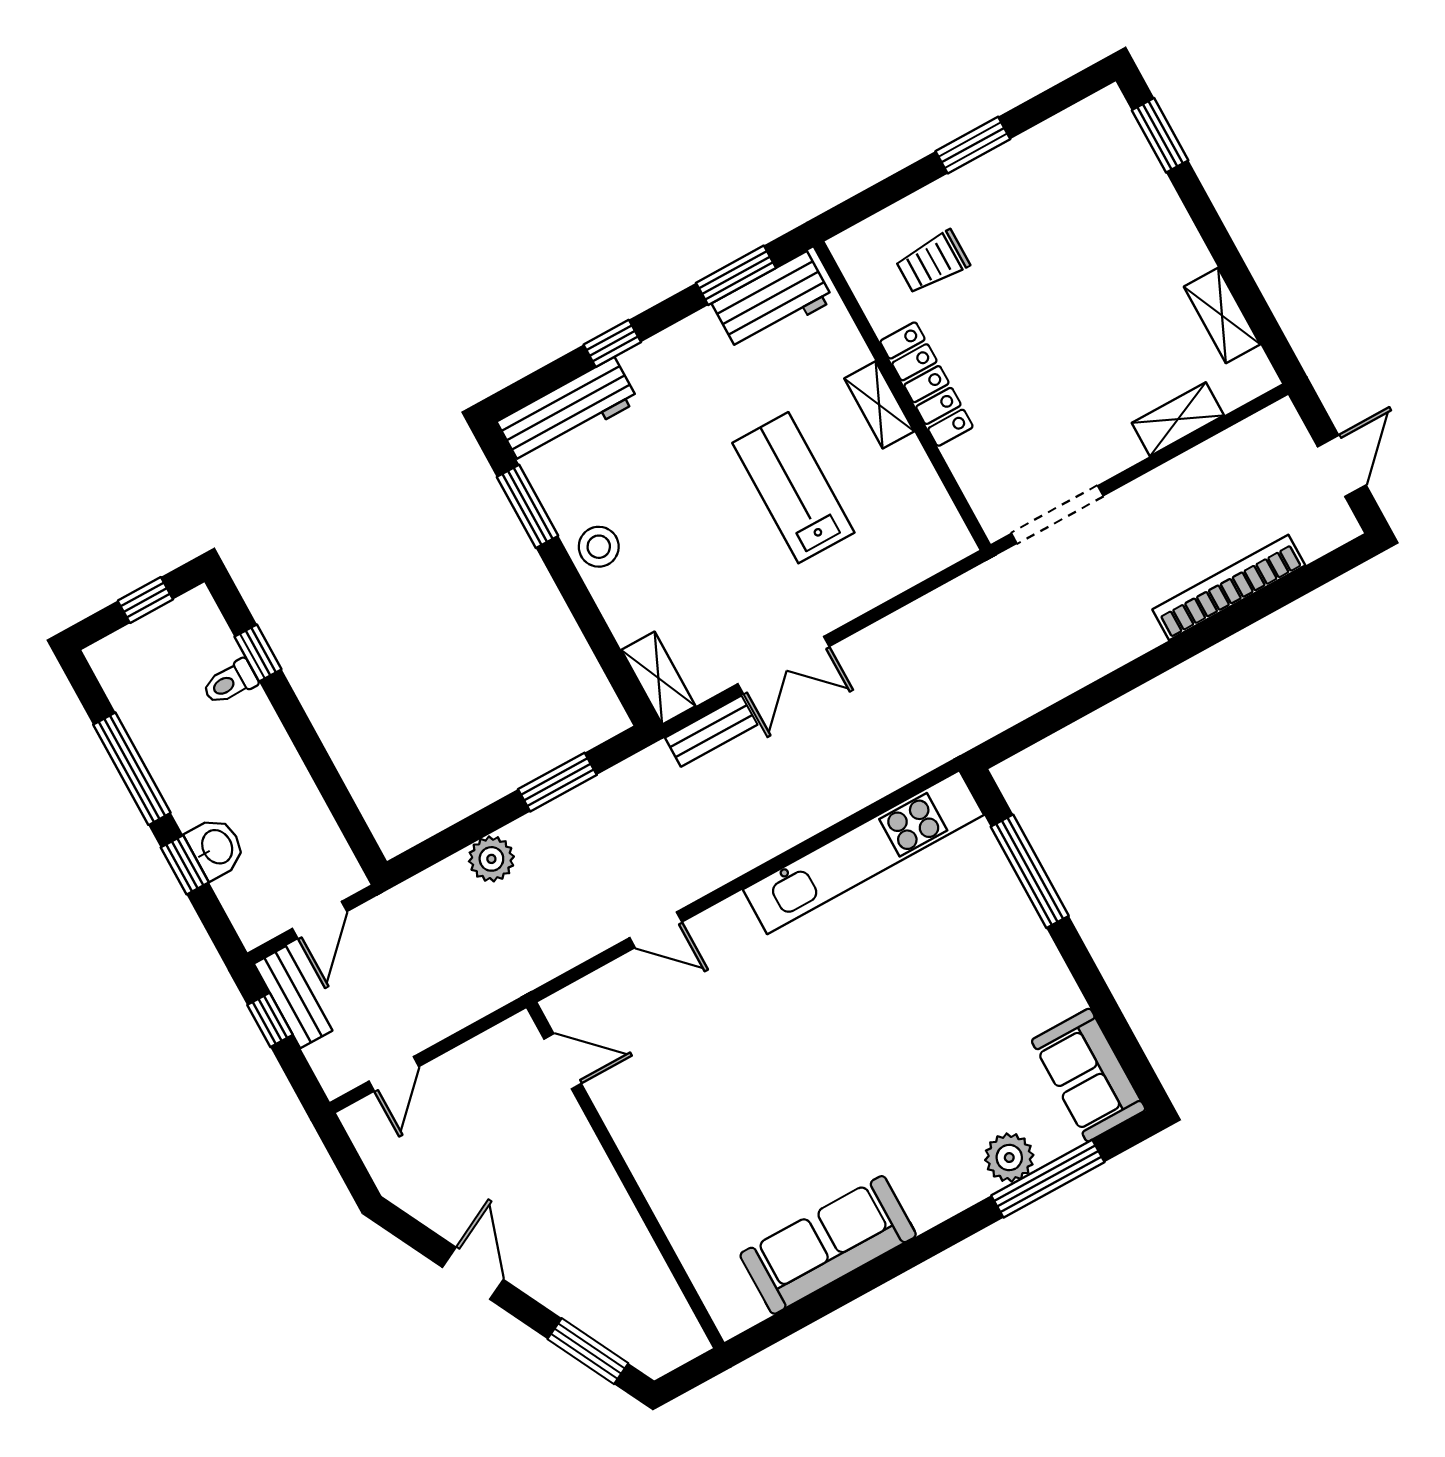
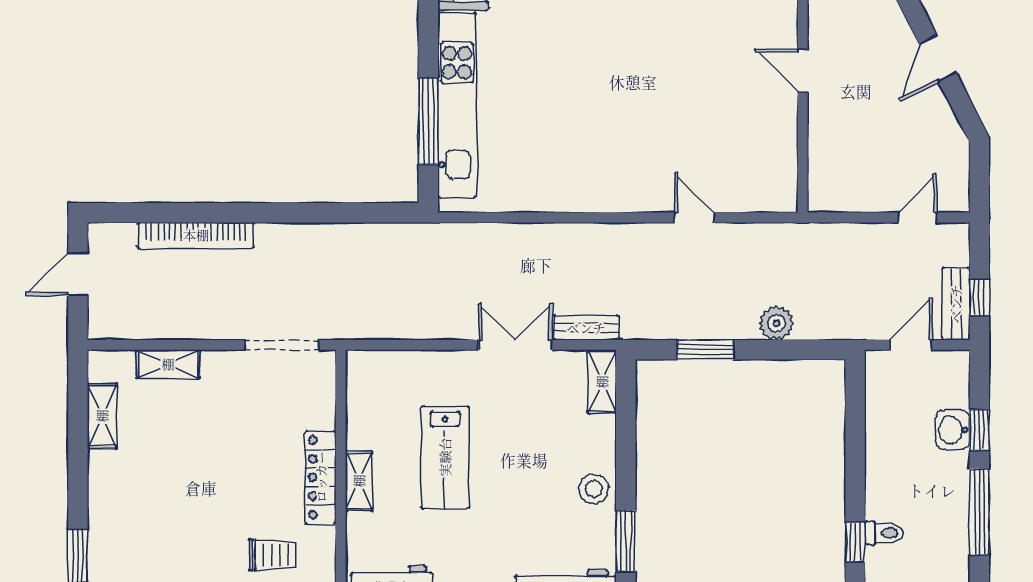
kitchen unit: (863, 852) -> (457, 105), moved, turned 90
door: (563, 1061) -> (803, 71), moved

